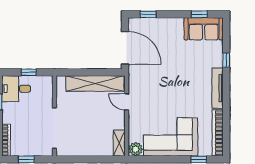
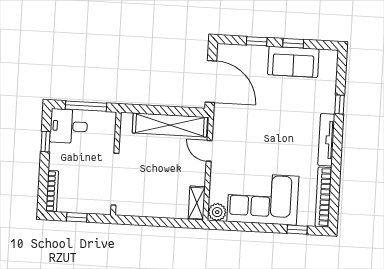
window: (148, 14) -> (257, 41), moved
window: (199, 14) -> (293, 43), moved
sofa: (204, 29) -> (293, 62), moved
window: (29, 72) -> (86, 106), width x2.17

